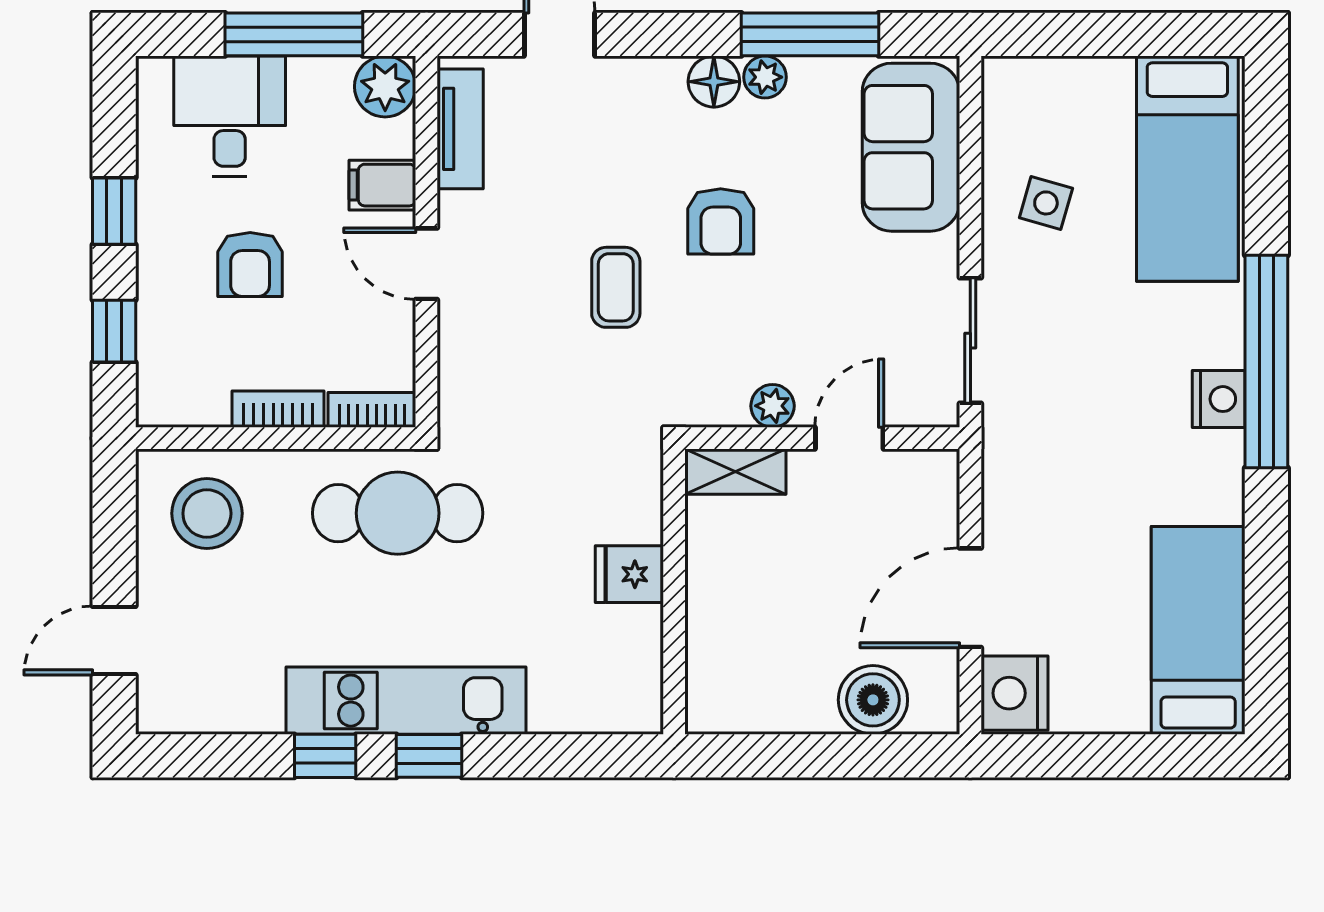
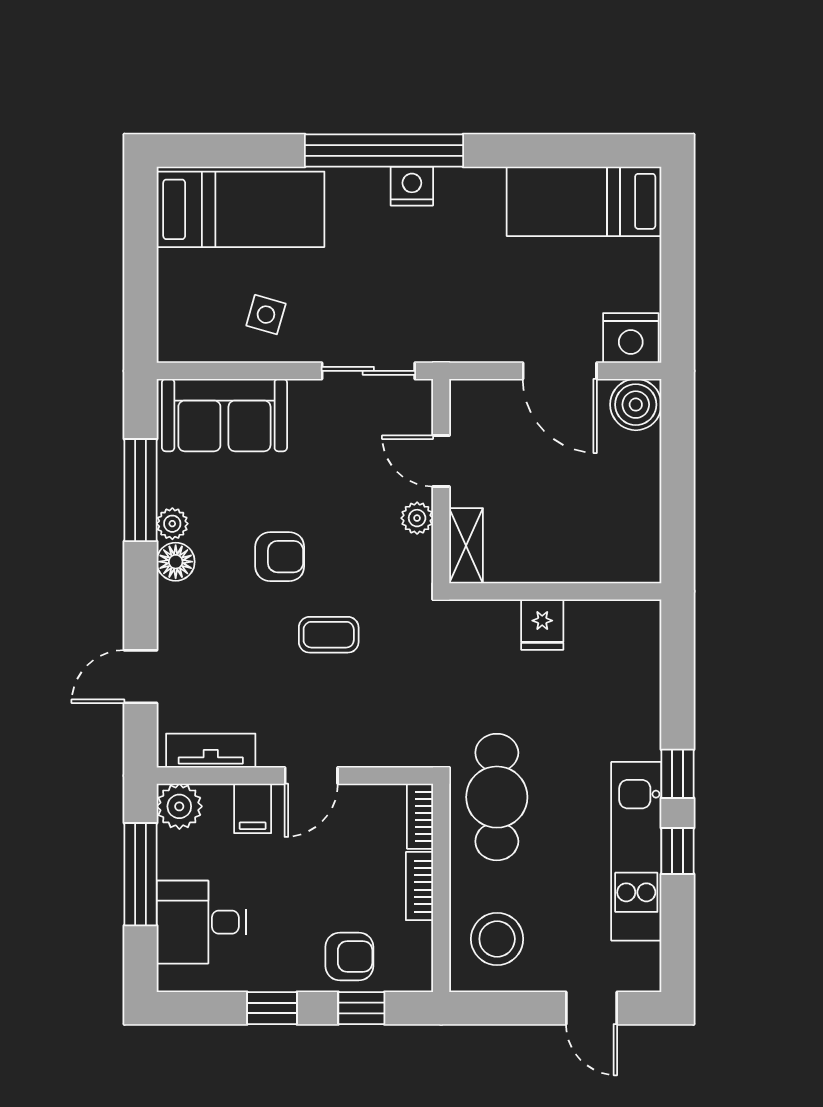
armchair: (250, 264) -> (349, 956), moved
boiler: (873, 700) -> (636, 405), moved
kitchen unit: (406, 701) -> (636, 851), moved

